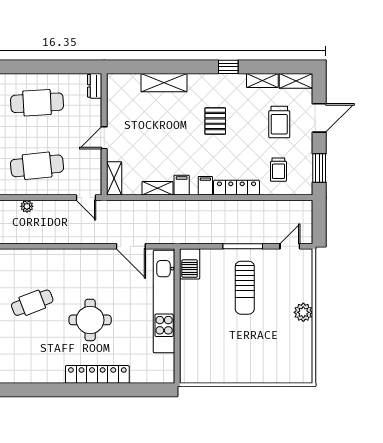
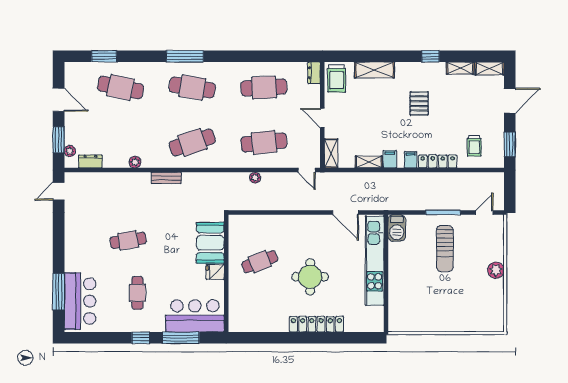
trolley: (279, 122) -> (337, 78), moved
door: (104, 138) -> (322, 118), hinge flipped

